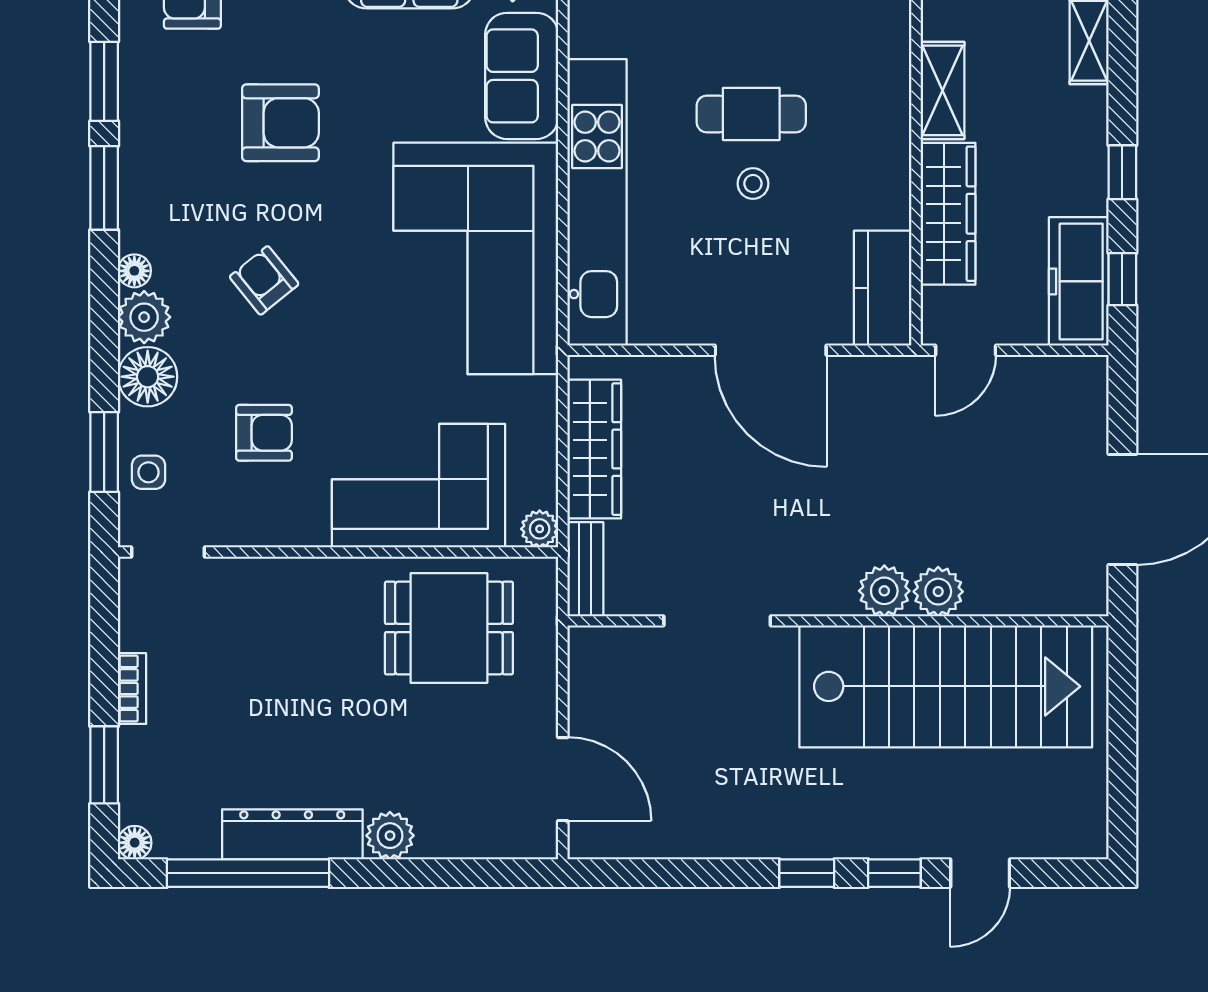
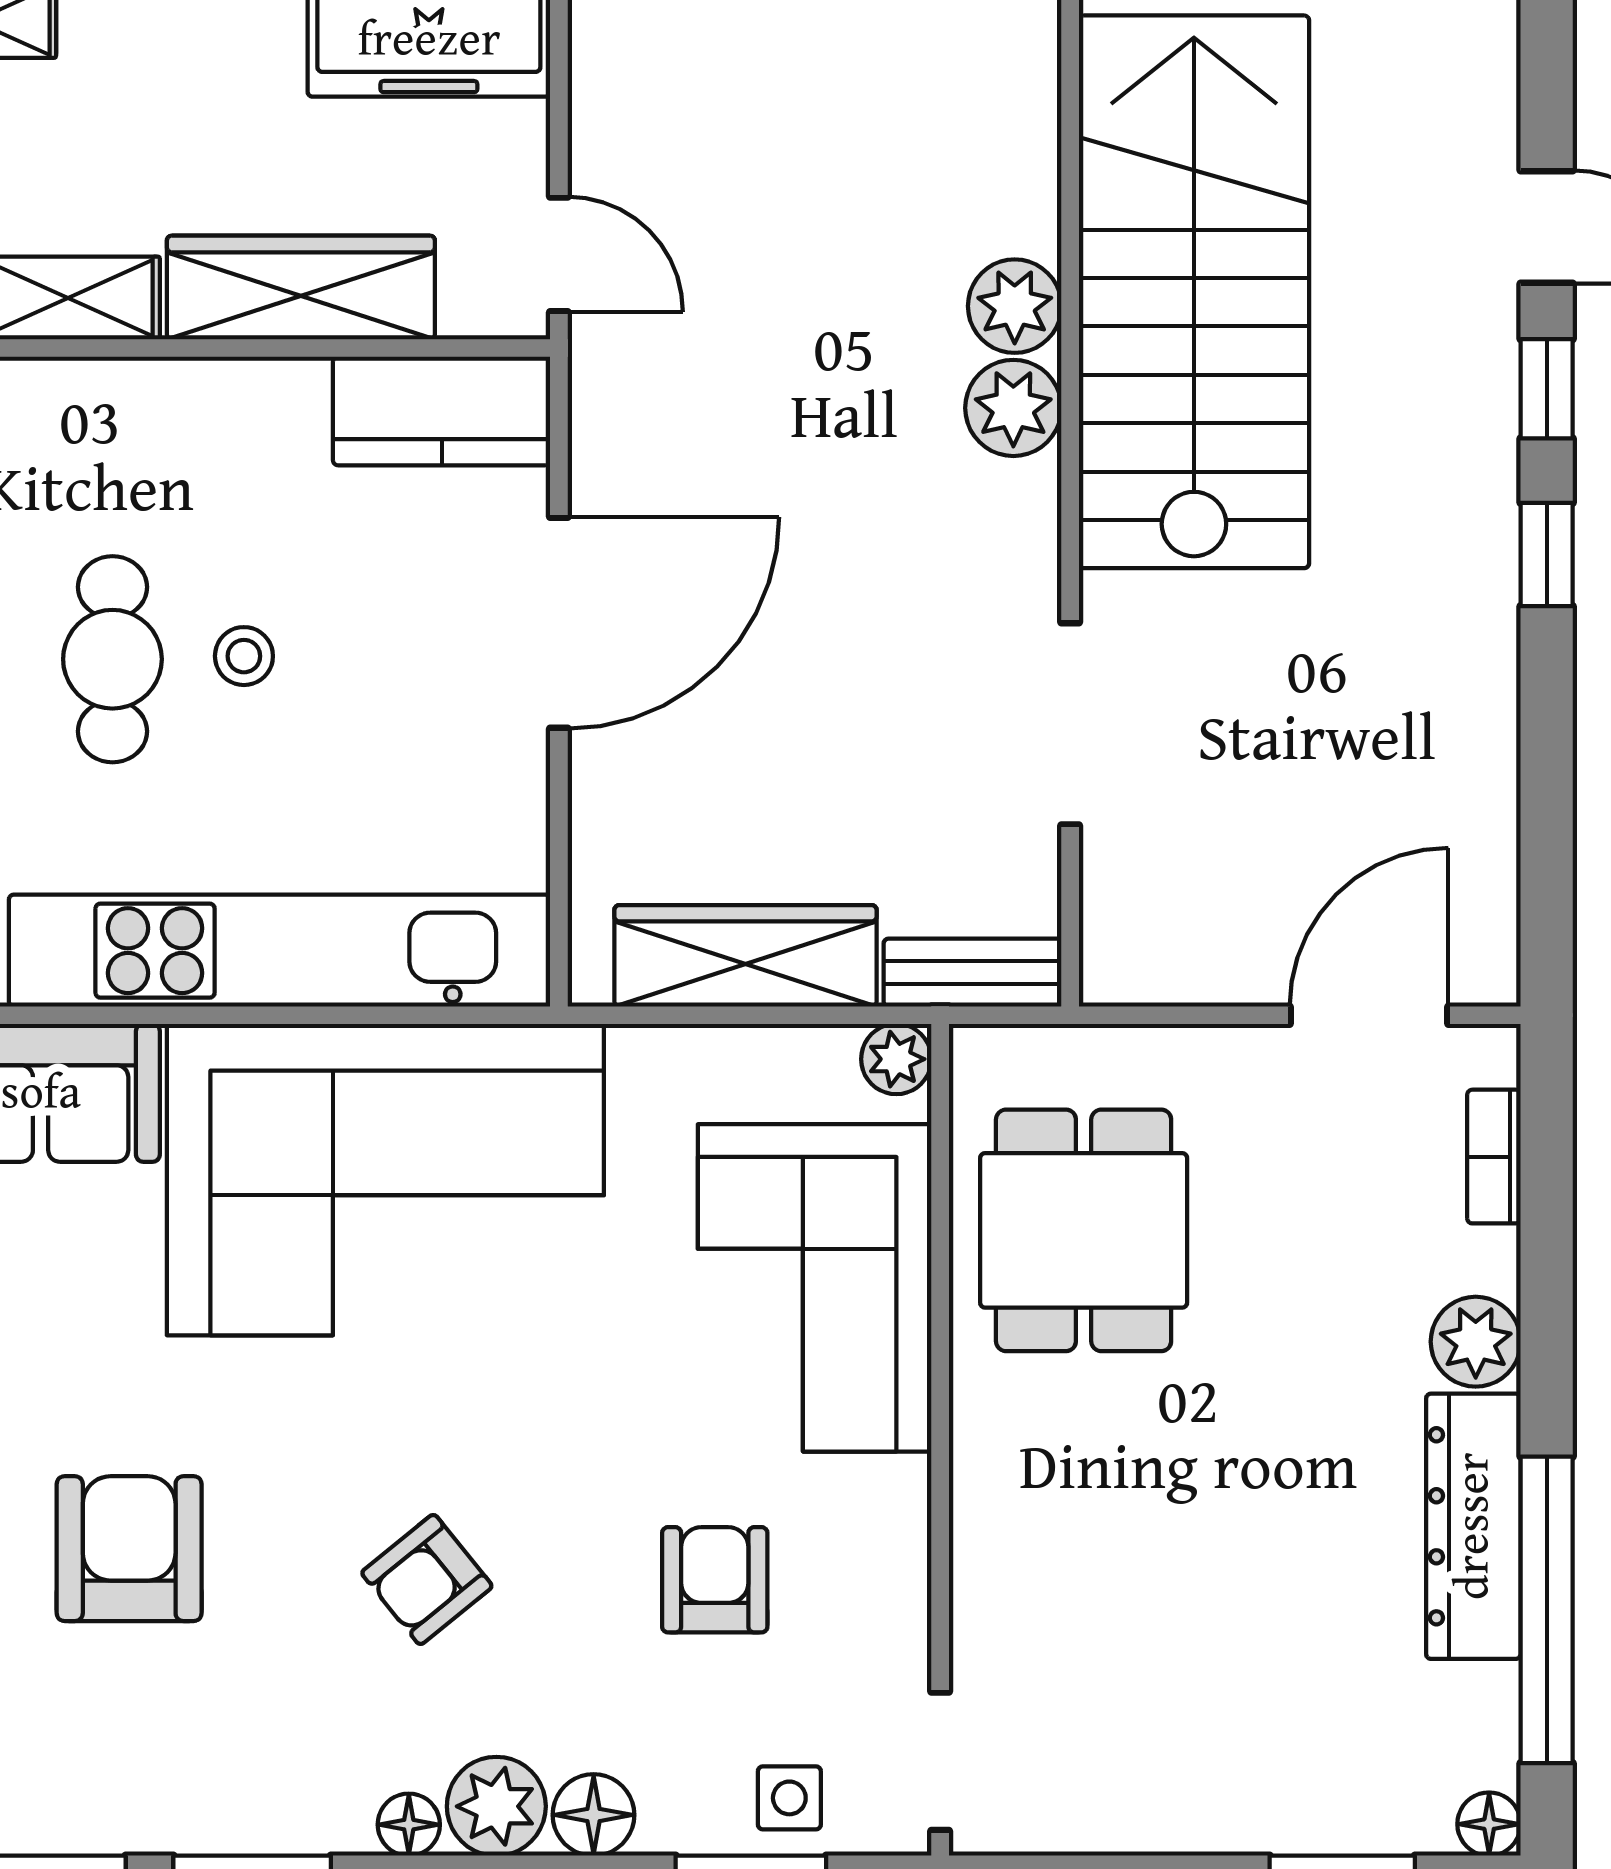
floor lamp: (148, 377) -> (594, 1815), width x0.73, depth x0.73
bookcase: (132, 689) -> (1494, 1157), moved, turned -90

